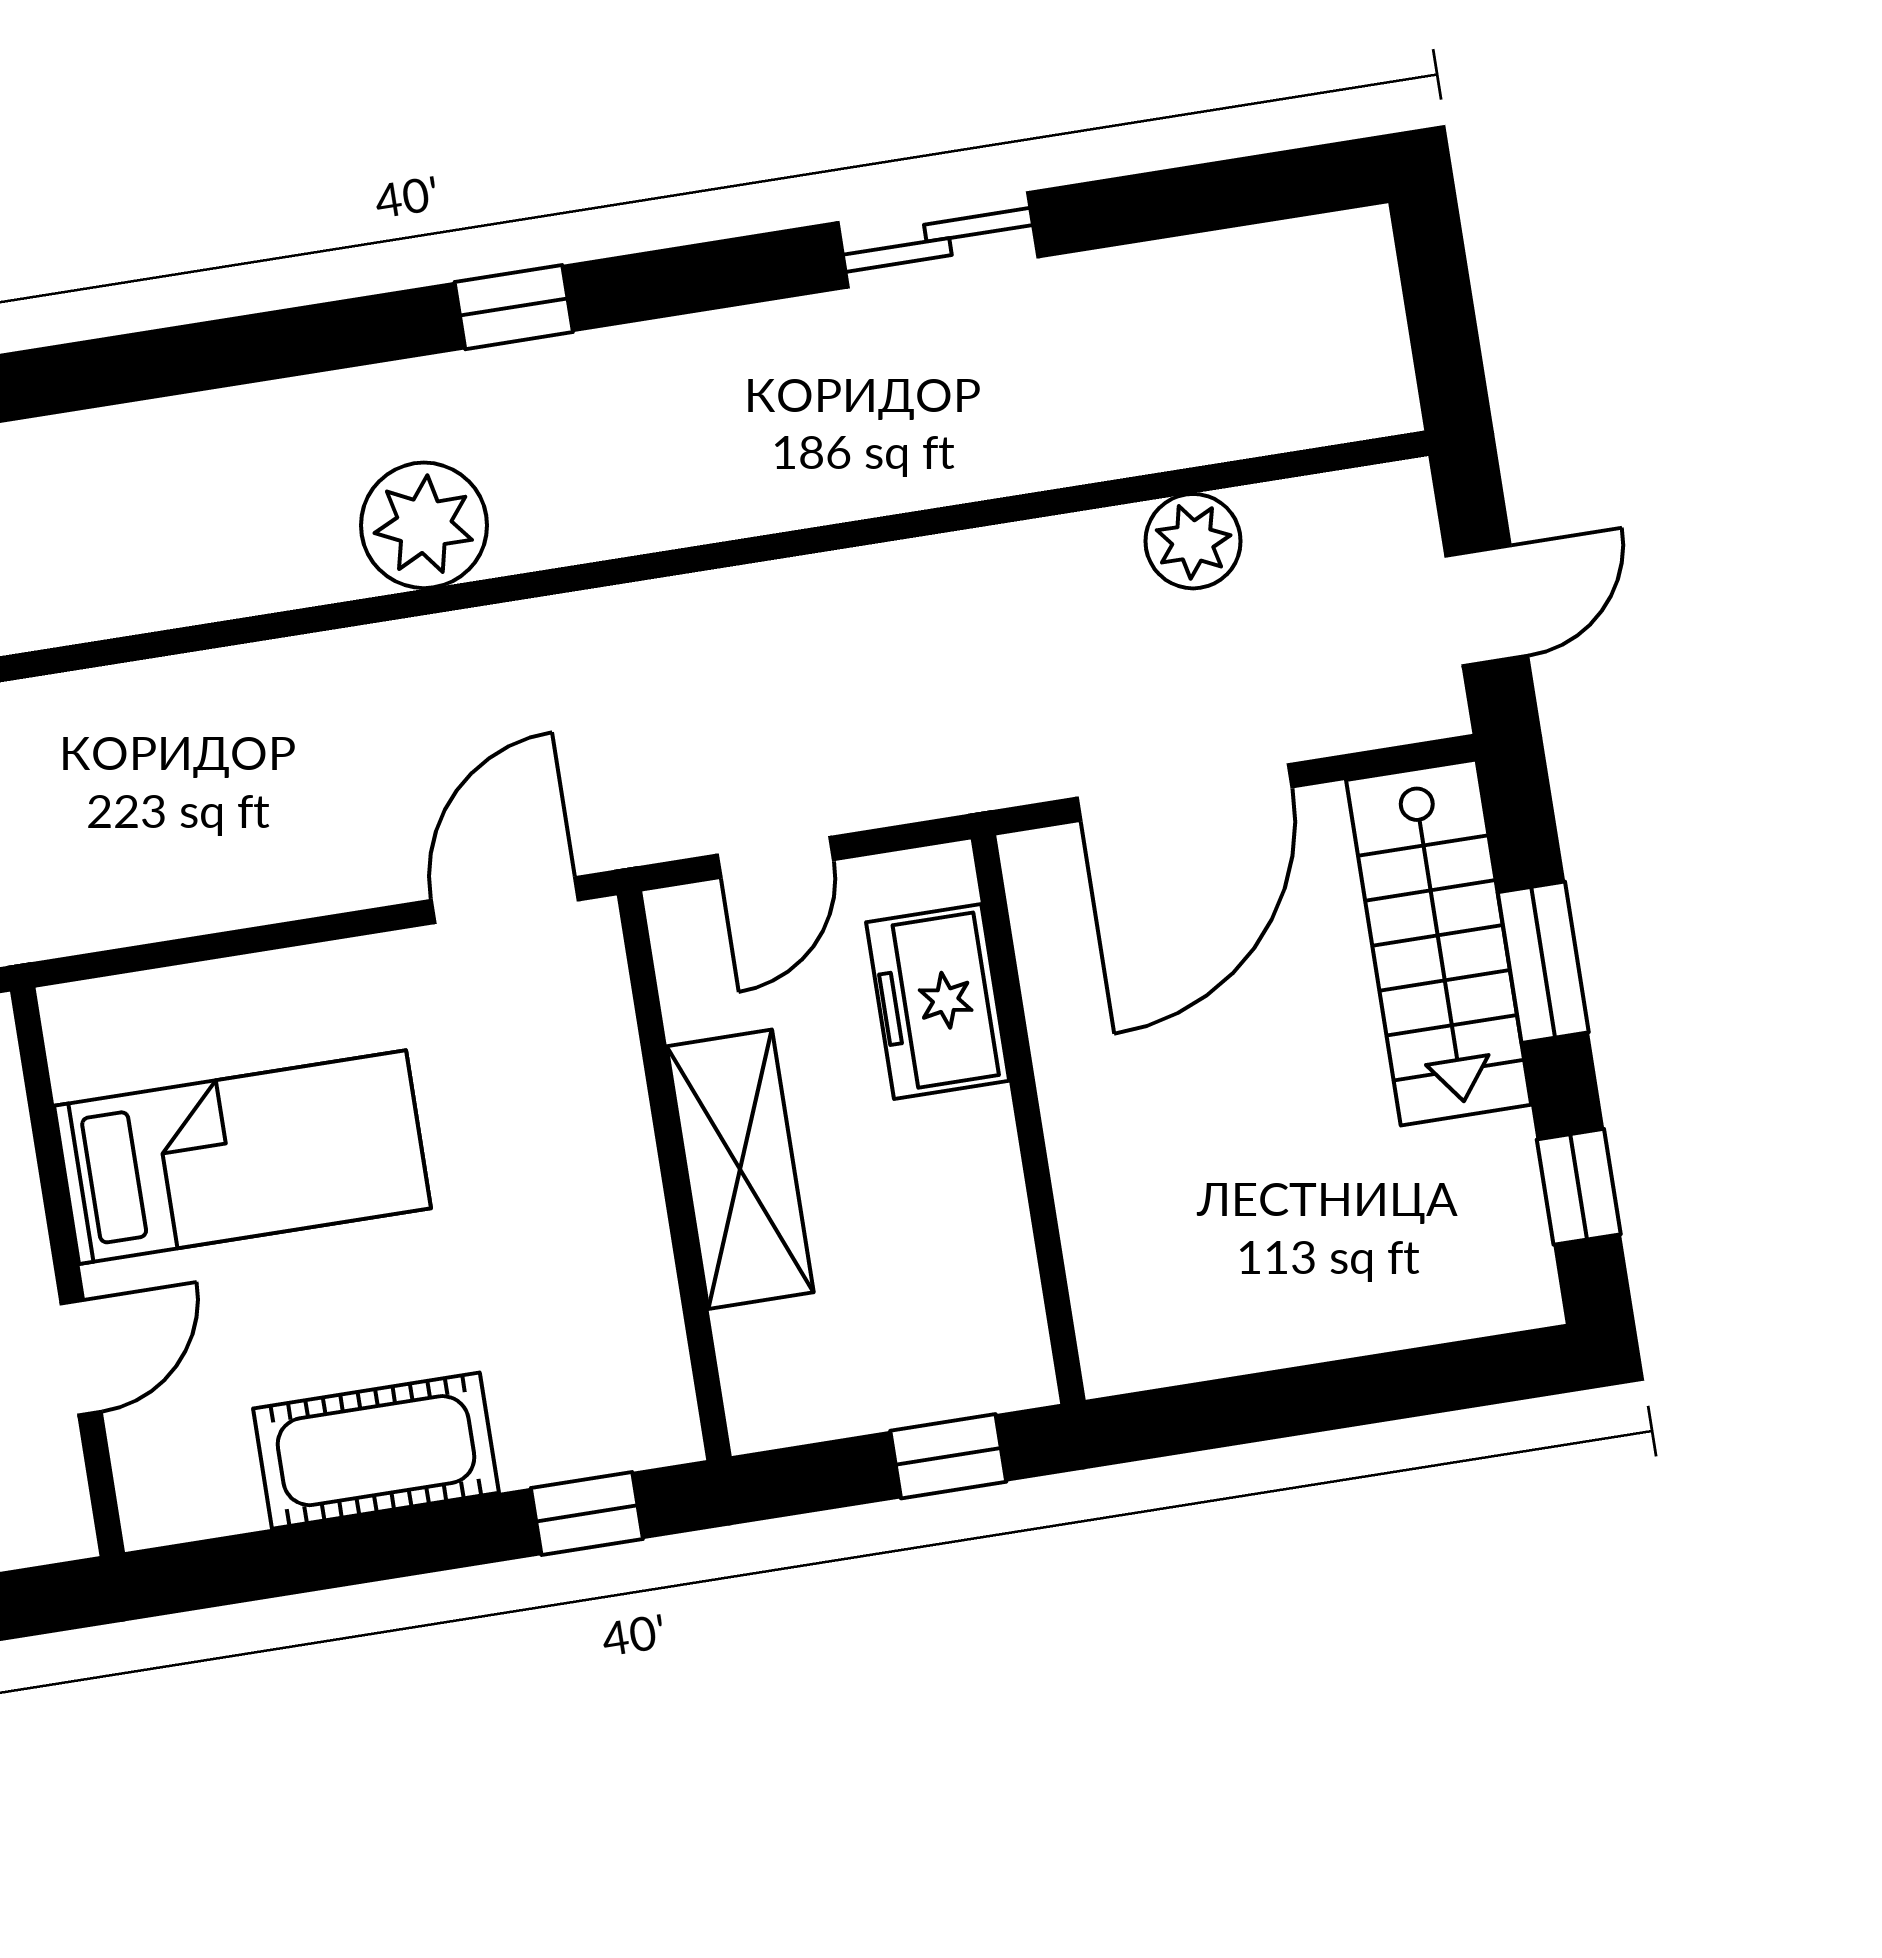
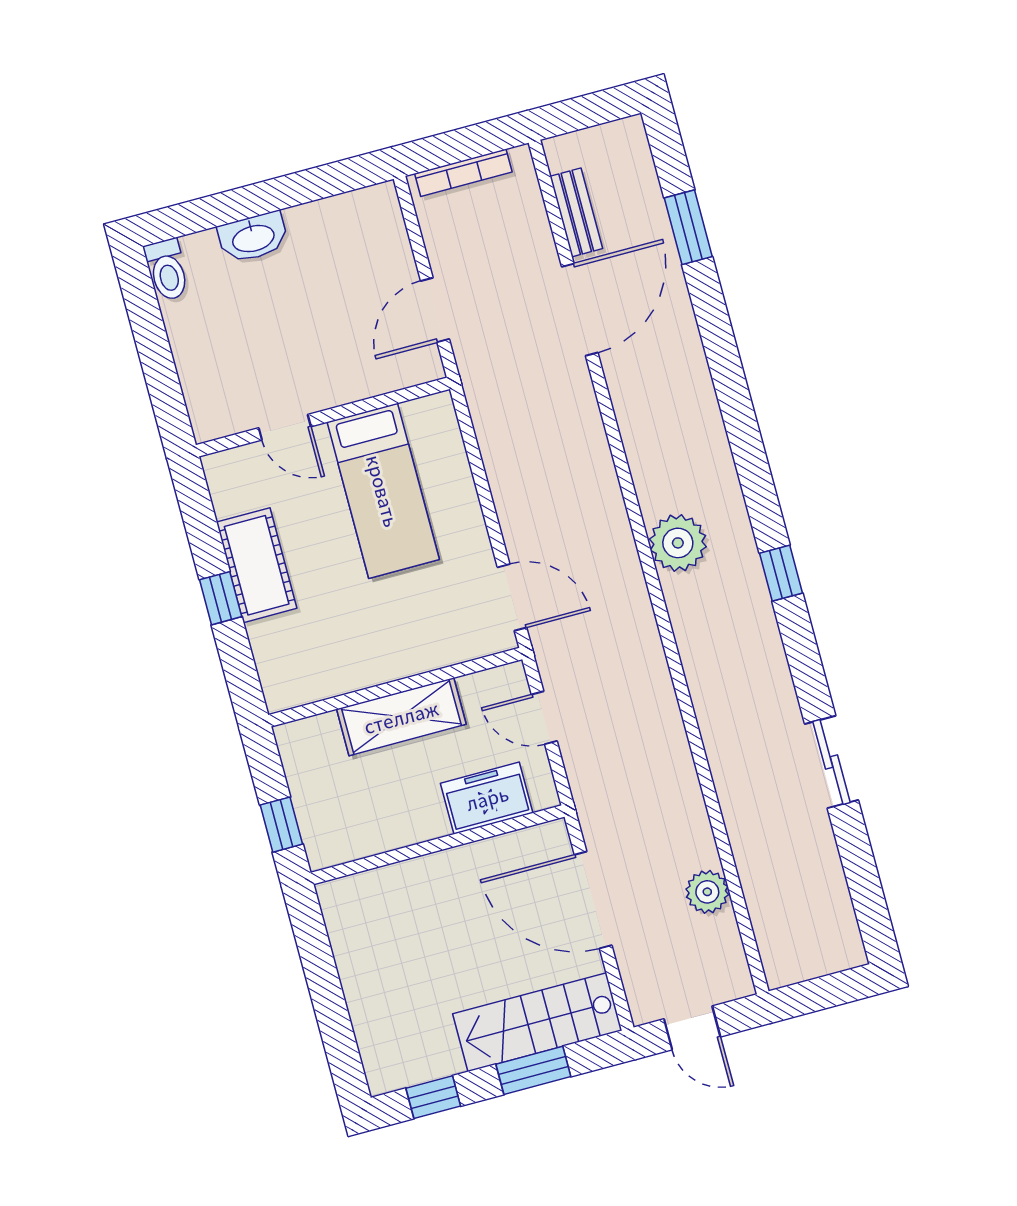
window: (587, 1514) -> (221, 598), moved

